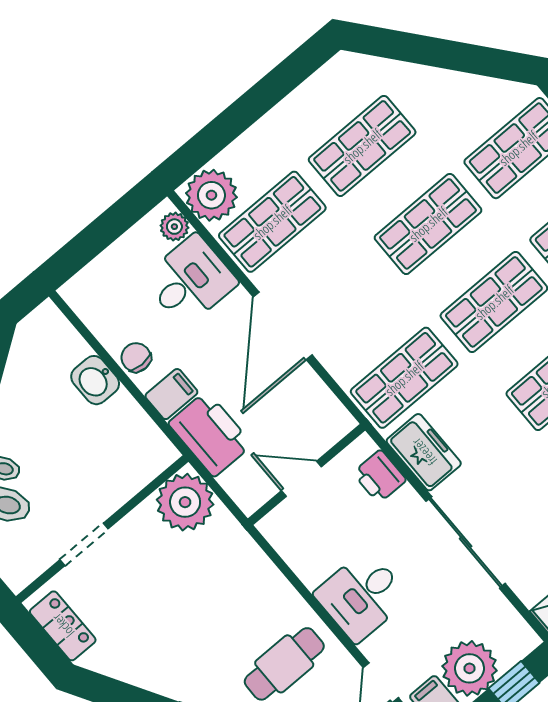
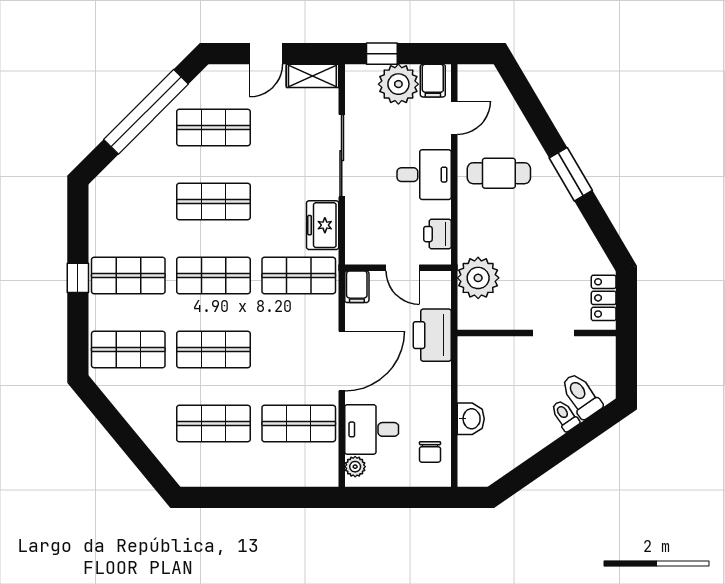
plant: (211, 195) -> (320, 467), removed
chair: (136, 357) -> (430, 452), moved
filing cabinet: (171, 394) -> (357, 287), moved, turned -90
printer: (380, 476) -> (437, 234), moved, turned 180
plant: (185, 502) -> (478, 278), moved

